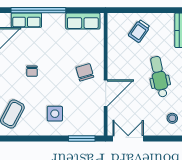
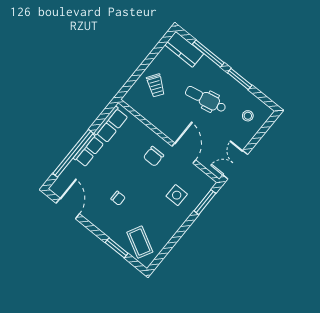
row of seats: (26, 20) -> (89, 151), moved
chair: (85, 72) -> (154, 156), turned -74
side table: (55, 114) -> (177, 195), moved

